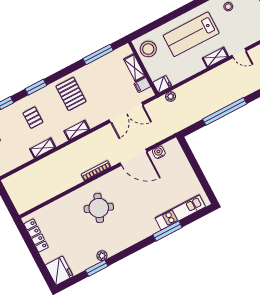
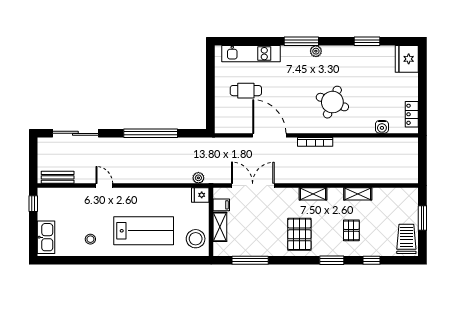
shelving: (215, 57) -> (131, 194), removed
water cooler: (159, 152) -> (382, 127), moved
cafe table: (169, 182) -> (246, 91), added
window: (167, 231) -> (301, 41), moved
locker: (36, 236) -> (412, 114), width x0.66
plant: (102, 256) -> (316, 51), moved

